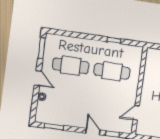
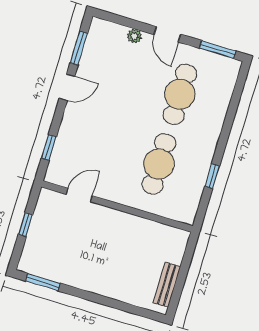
door: (38, 78) -> (167, 34), hinge flipped
door: (136, 113) -> (79, 195), hinge flipped
door: (93, 132) -> (67, 87), moved

